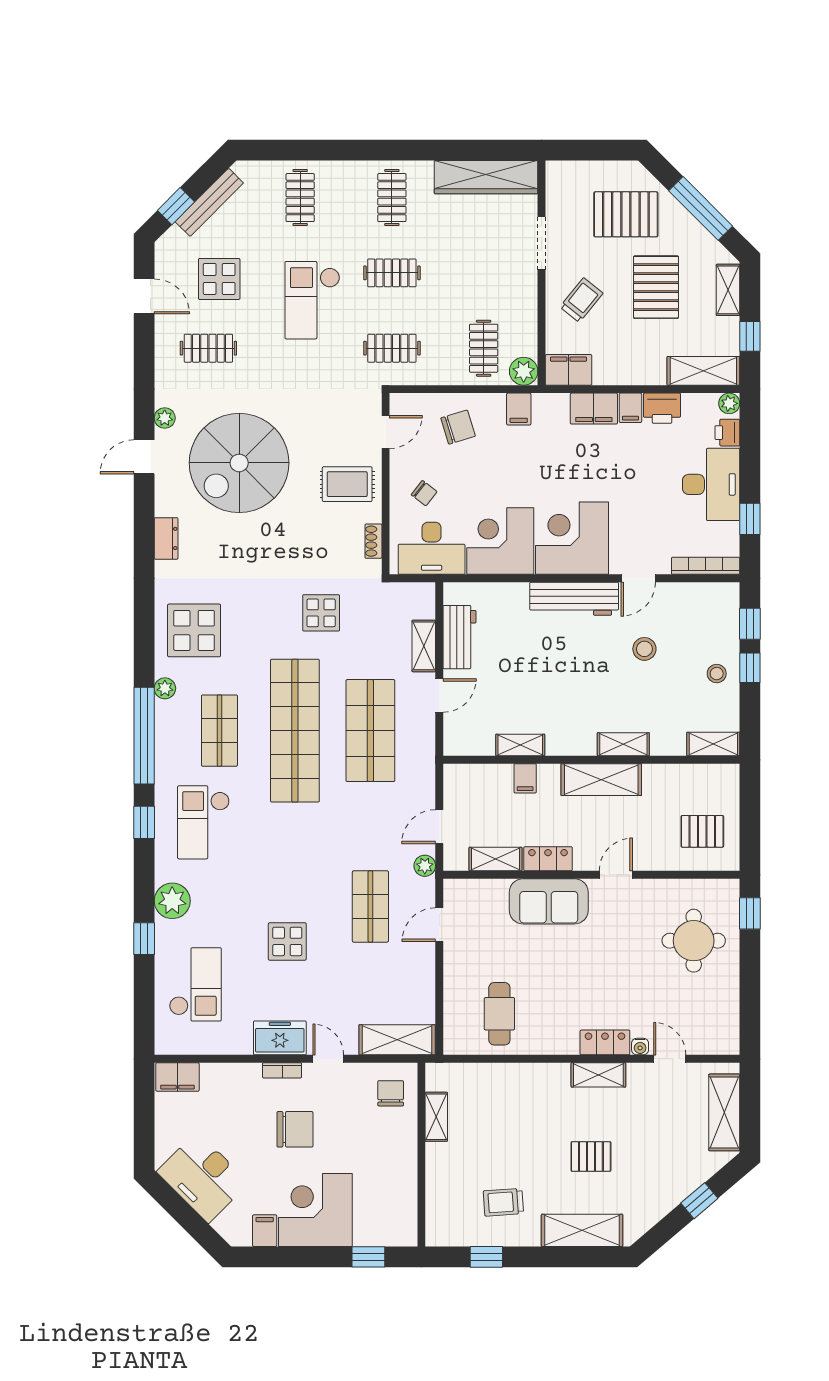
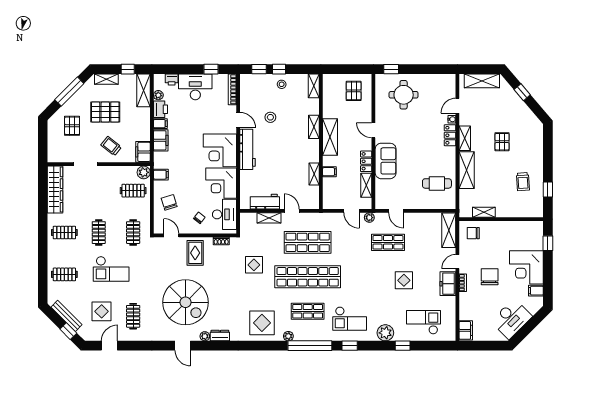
pallet: (626, 214) -> (72, 126), width x0.67, depth x0.71
plant: (729, 403) -> (158, 95), moved
plant: (165, 418) -> (205, 336), moved
shelving: (582, 1230) -> (467, 170), moved

